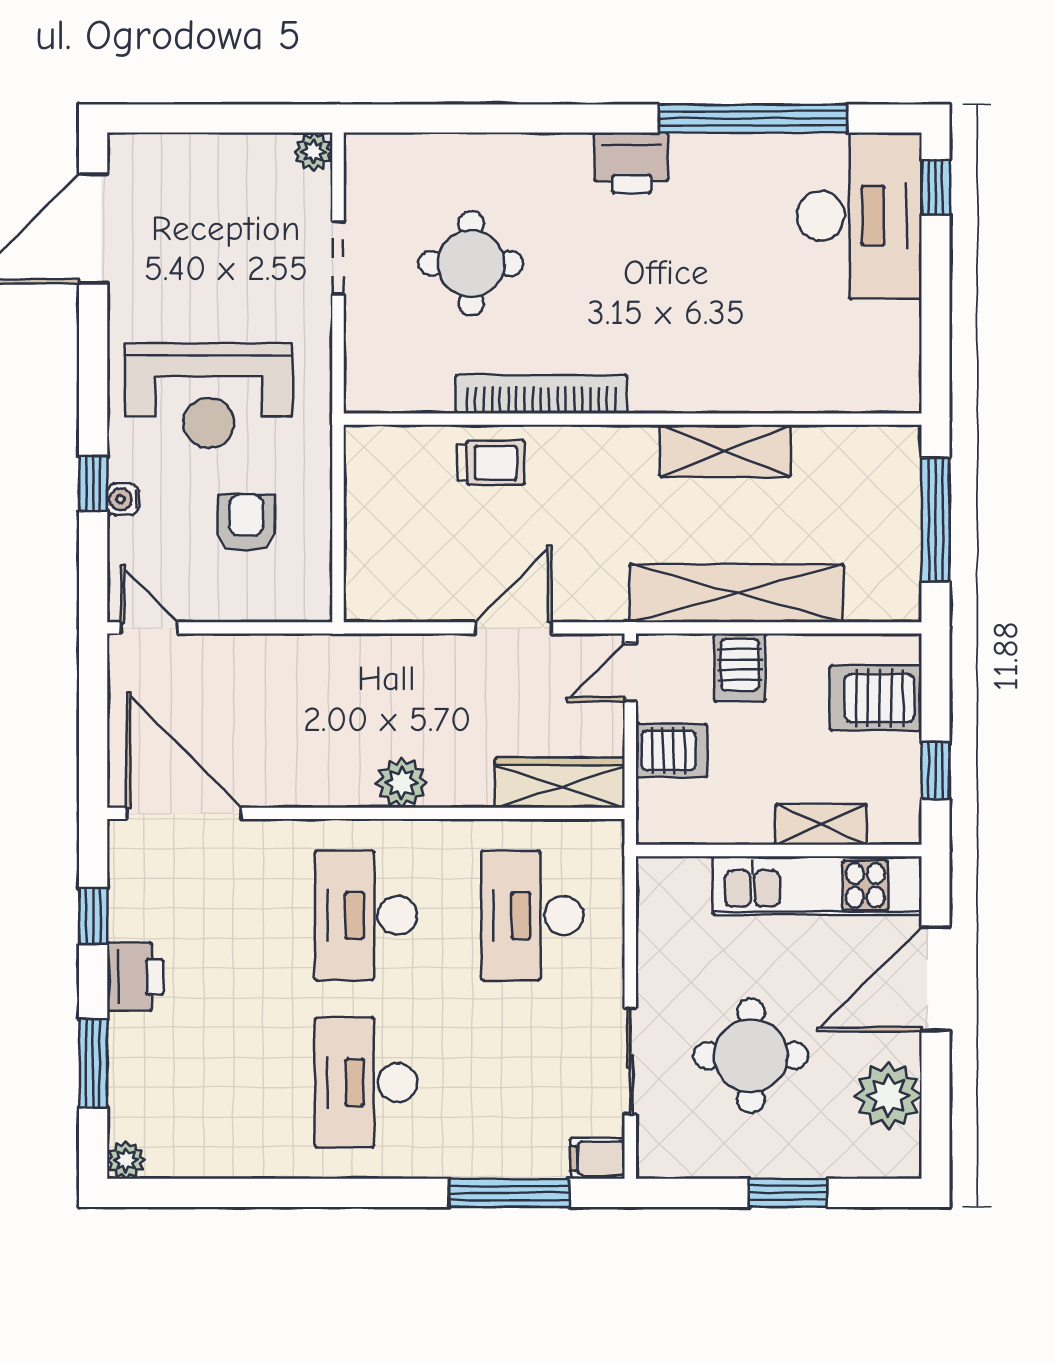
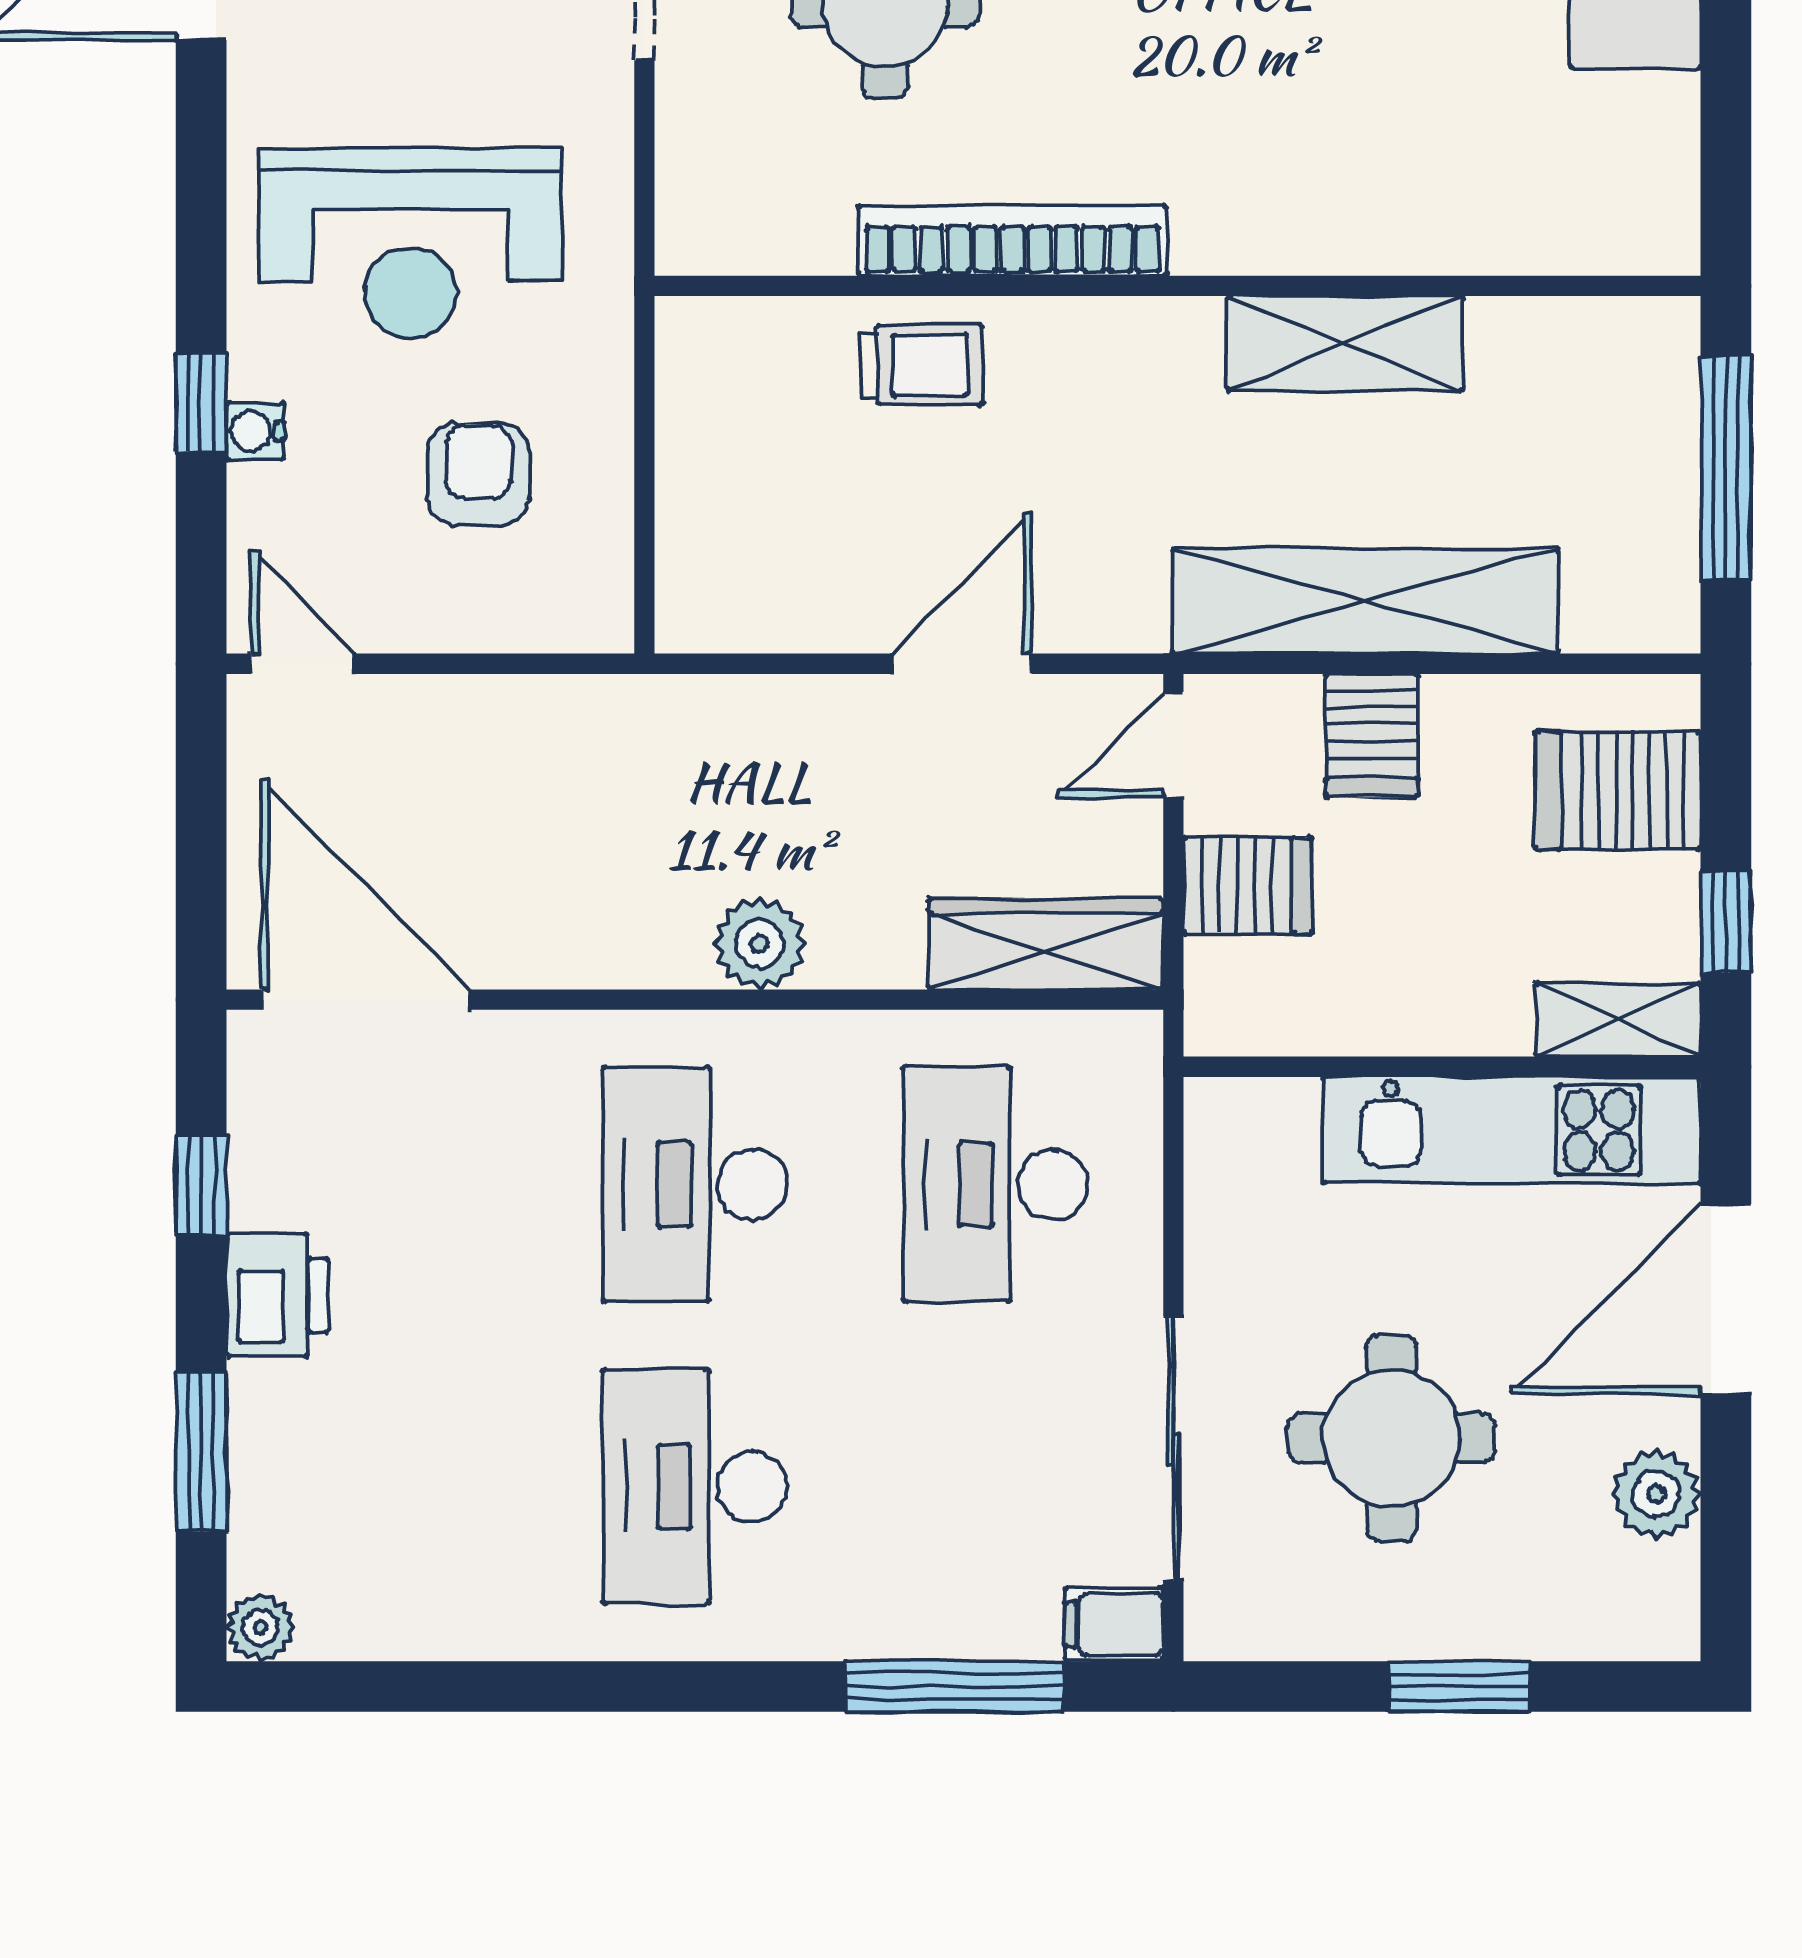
shelving: (821, 824) -> (1618, 1020), moved
sliding door: (630, 1061) -> (1173, 1448), width x1.37
plant: (888, 1096) -> (1656, 1494), width x0.73, depth x0.73

